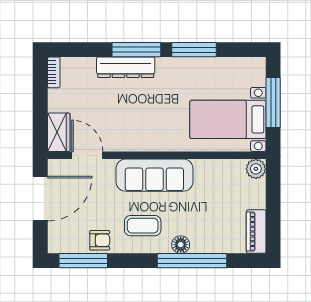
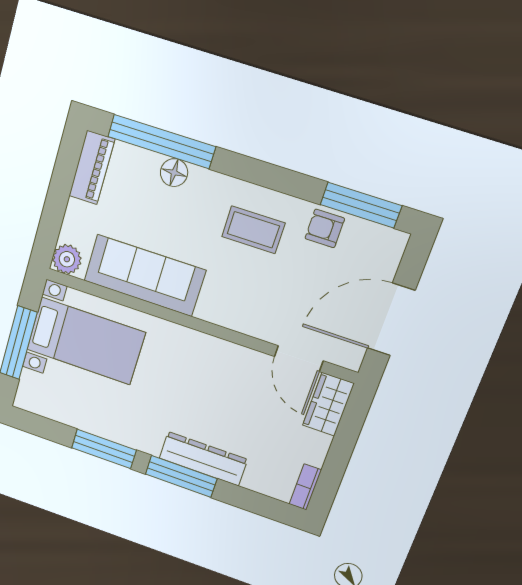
sofa: (154, 175) -> (145, 276), moved
floor lamp: (181, 245) -> (174, 173), moved
window: (192, 261) -> (161, 142), moved

